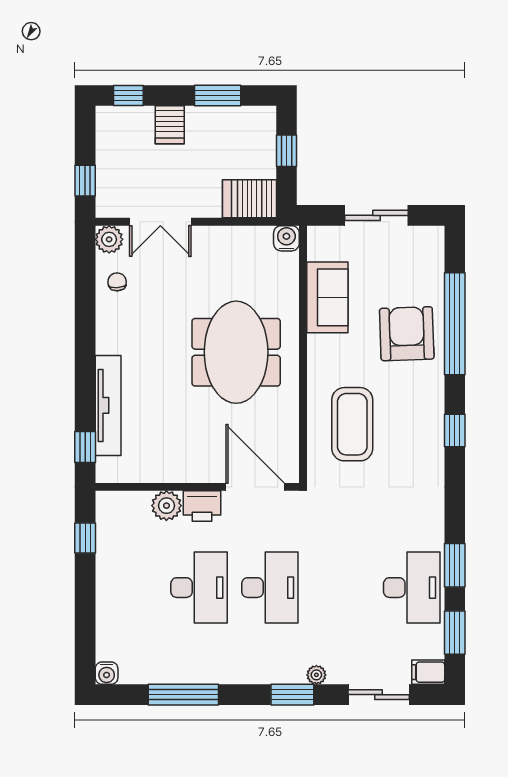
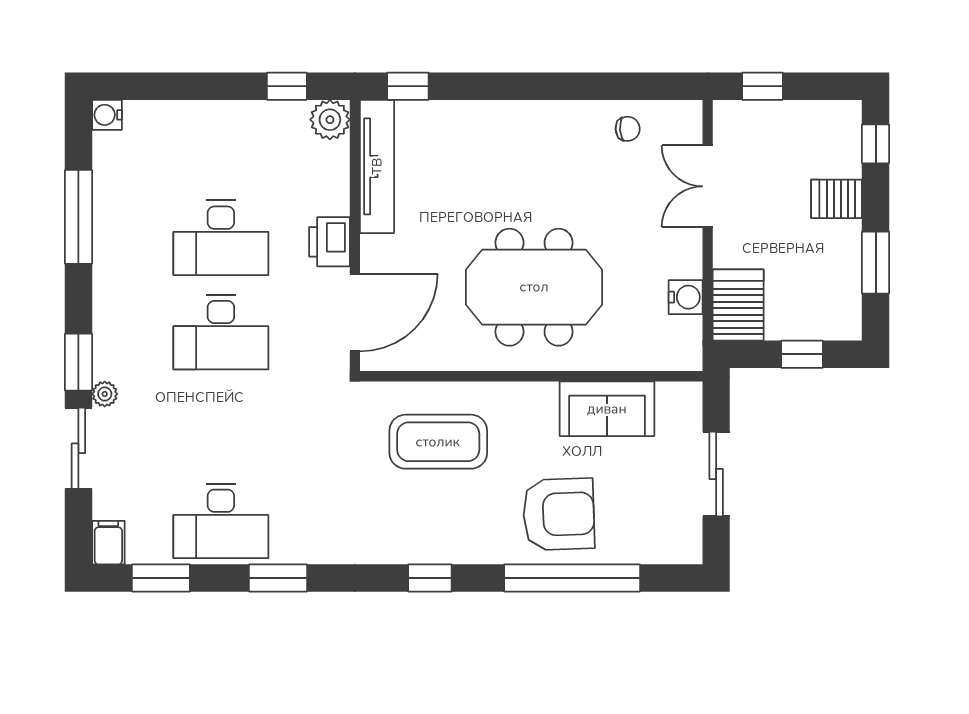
water cooler: (286, 238) -> (686, 297), moved
plant: (109, 239) -> (684, 118), removed
tv unit: (108, 405) -> (377, 166), moved, turned -90
plant: (166, 506) -> (330, 120), moved
window: (455, 565) -> (278, 578), moved
sliding door: (379, 695) -> (78, 448), moved

